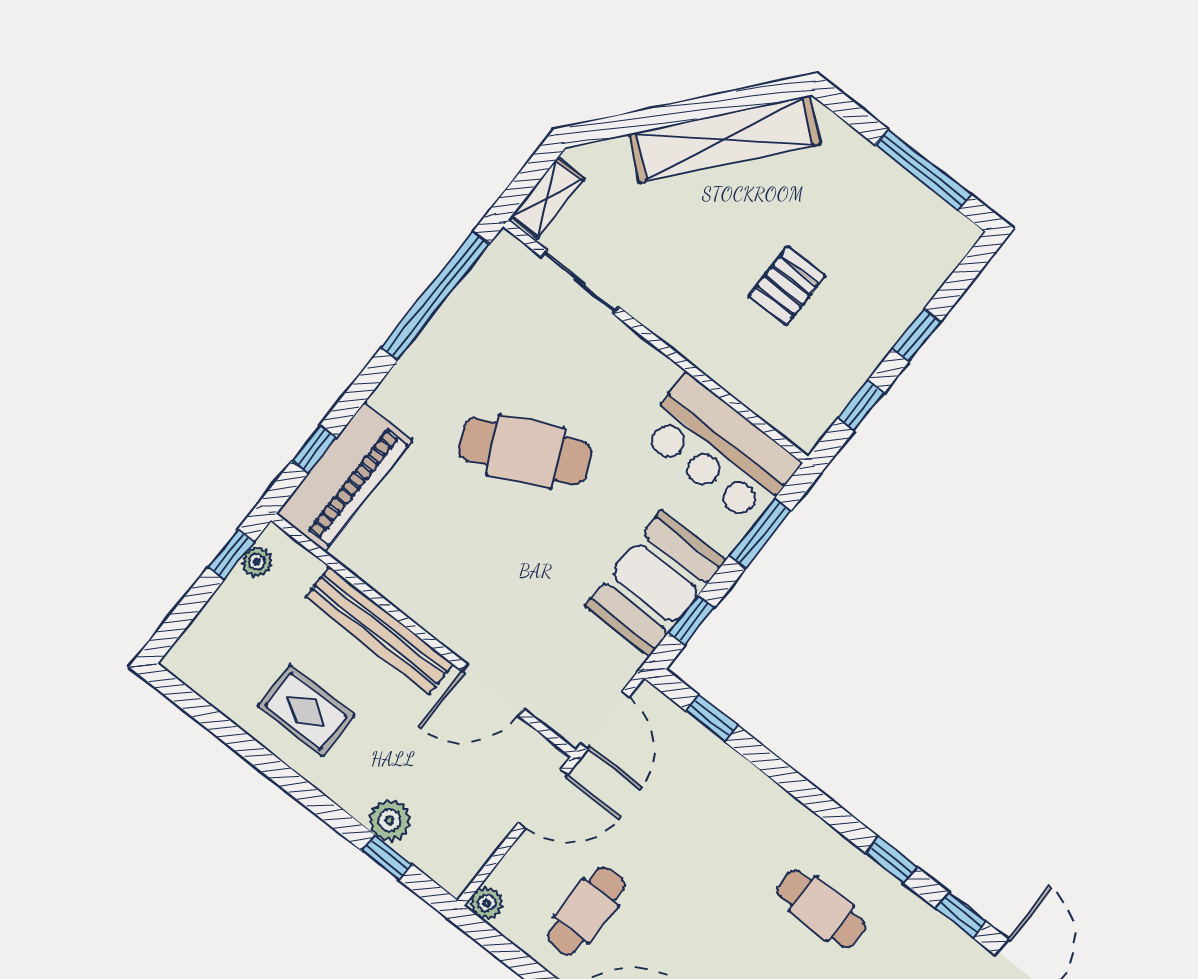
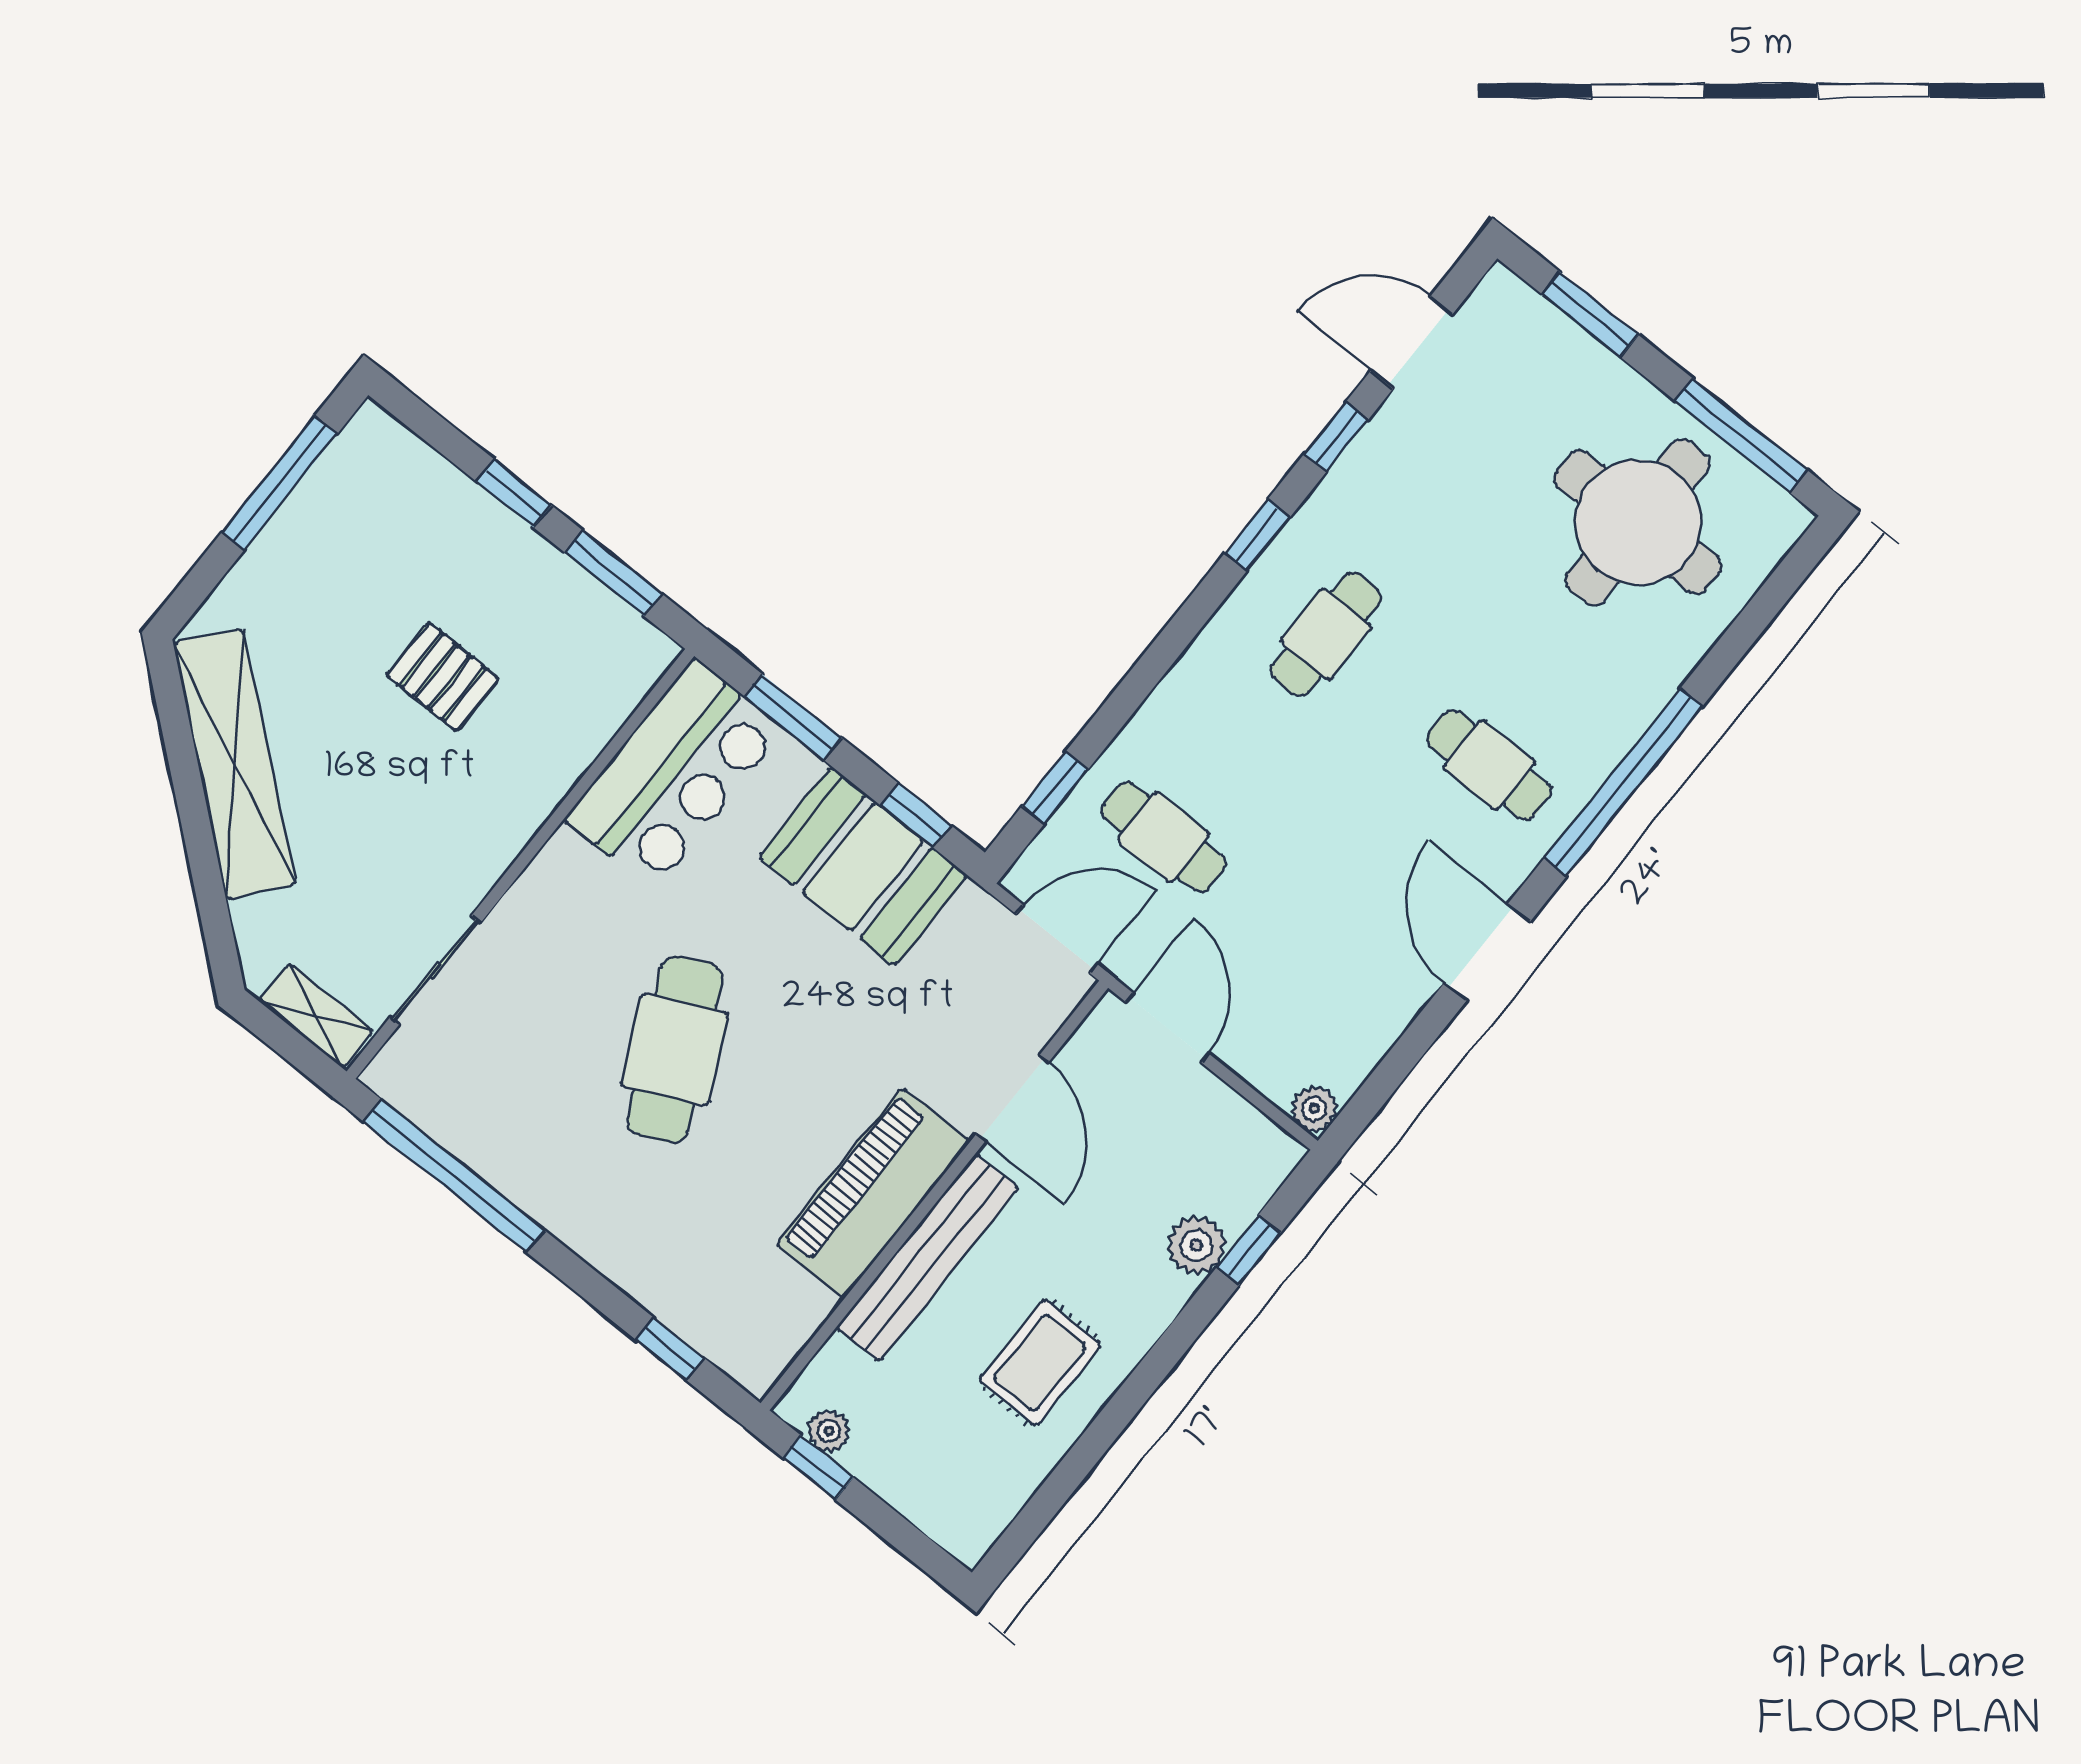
window: (861, 406) -> (613, 573), width x1.50
piano: (344, 477) -> (873, 1193), moved, turned -90
cafe table: (586, 911) -> (1164, 837), moved

